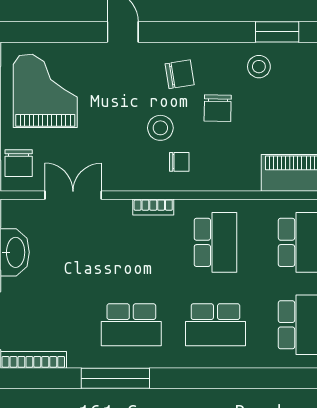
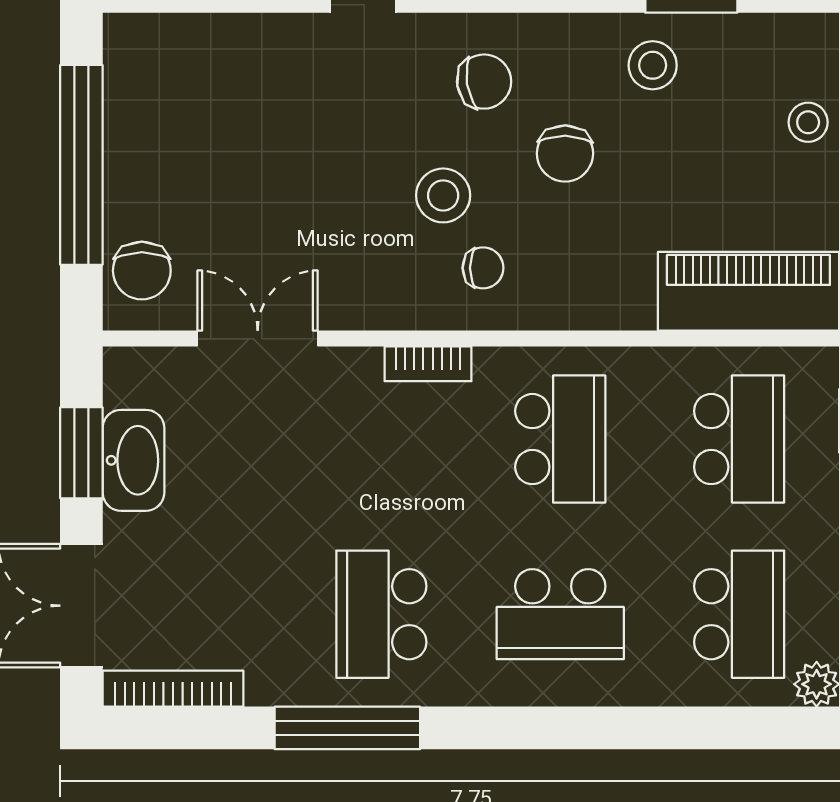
grand piano: (45, 91) -> (198, 117), removed
school desk: (131, 325) -> (381, 614), turned 90

